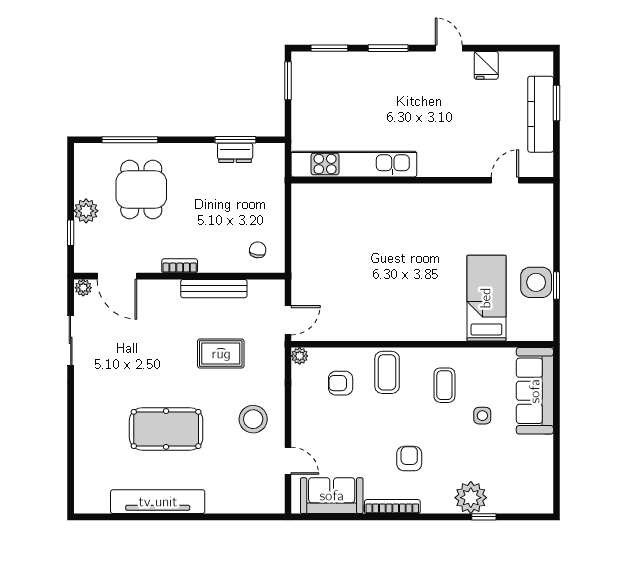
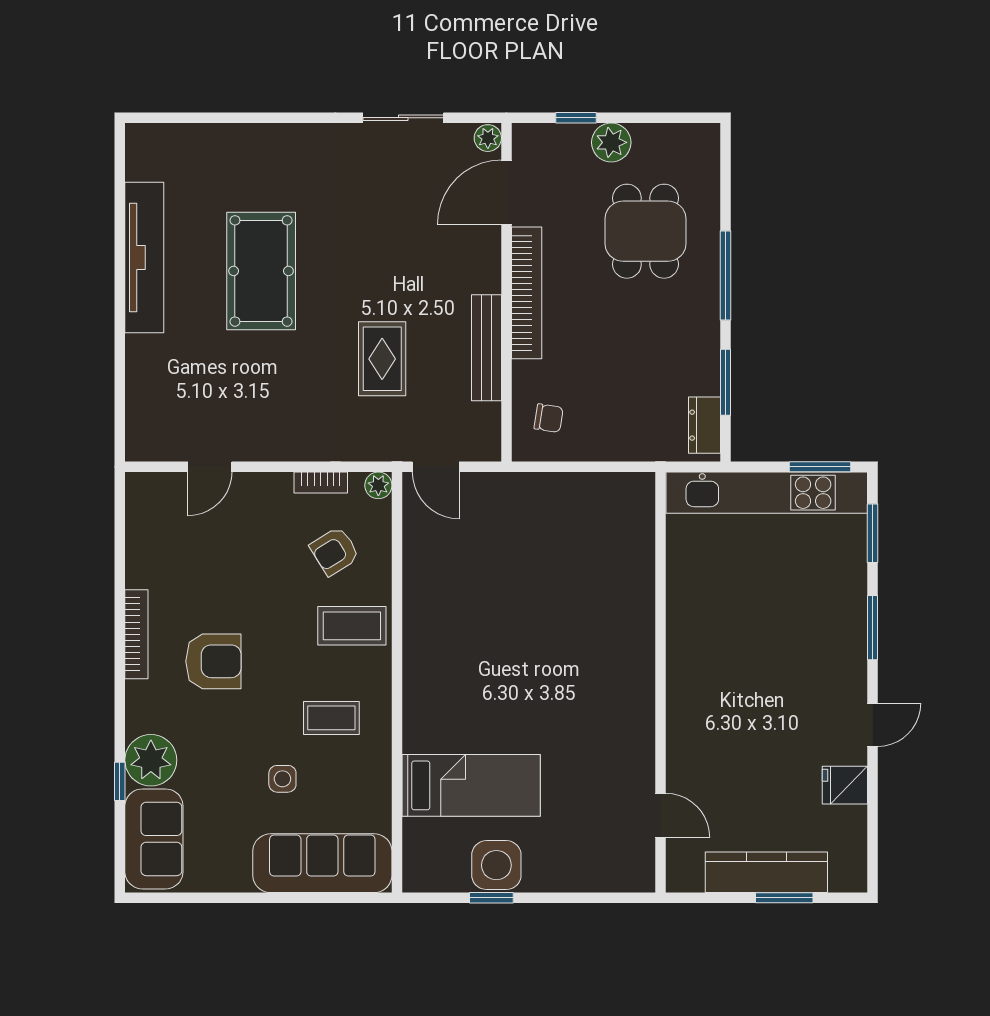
window: (130, 140) -> (725, 275), moved
dresser: (235, 153) -> (704, 425), moved
kitchen unit: (354, 164) -> (767, 493), moved, turned 90
dining table: (141, 190) -> (646, 231), turned 90
bookcase: (180, 266) -> (527, 293), width x2.31, depth x1.31
armchair: (341, 383) -> (335, 551), turned -122
bookcase: (298, 392) -> (321, 483), added
stool: (253, 419) -> (277, 411), removed
armchair: (409, 459) -> (213, 661), width x1.38, depth x1.38
sofa: (332, 496) -> (154, 839), moved

